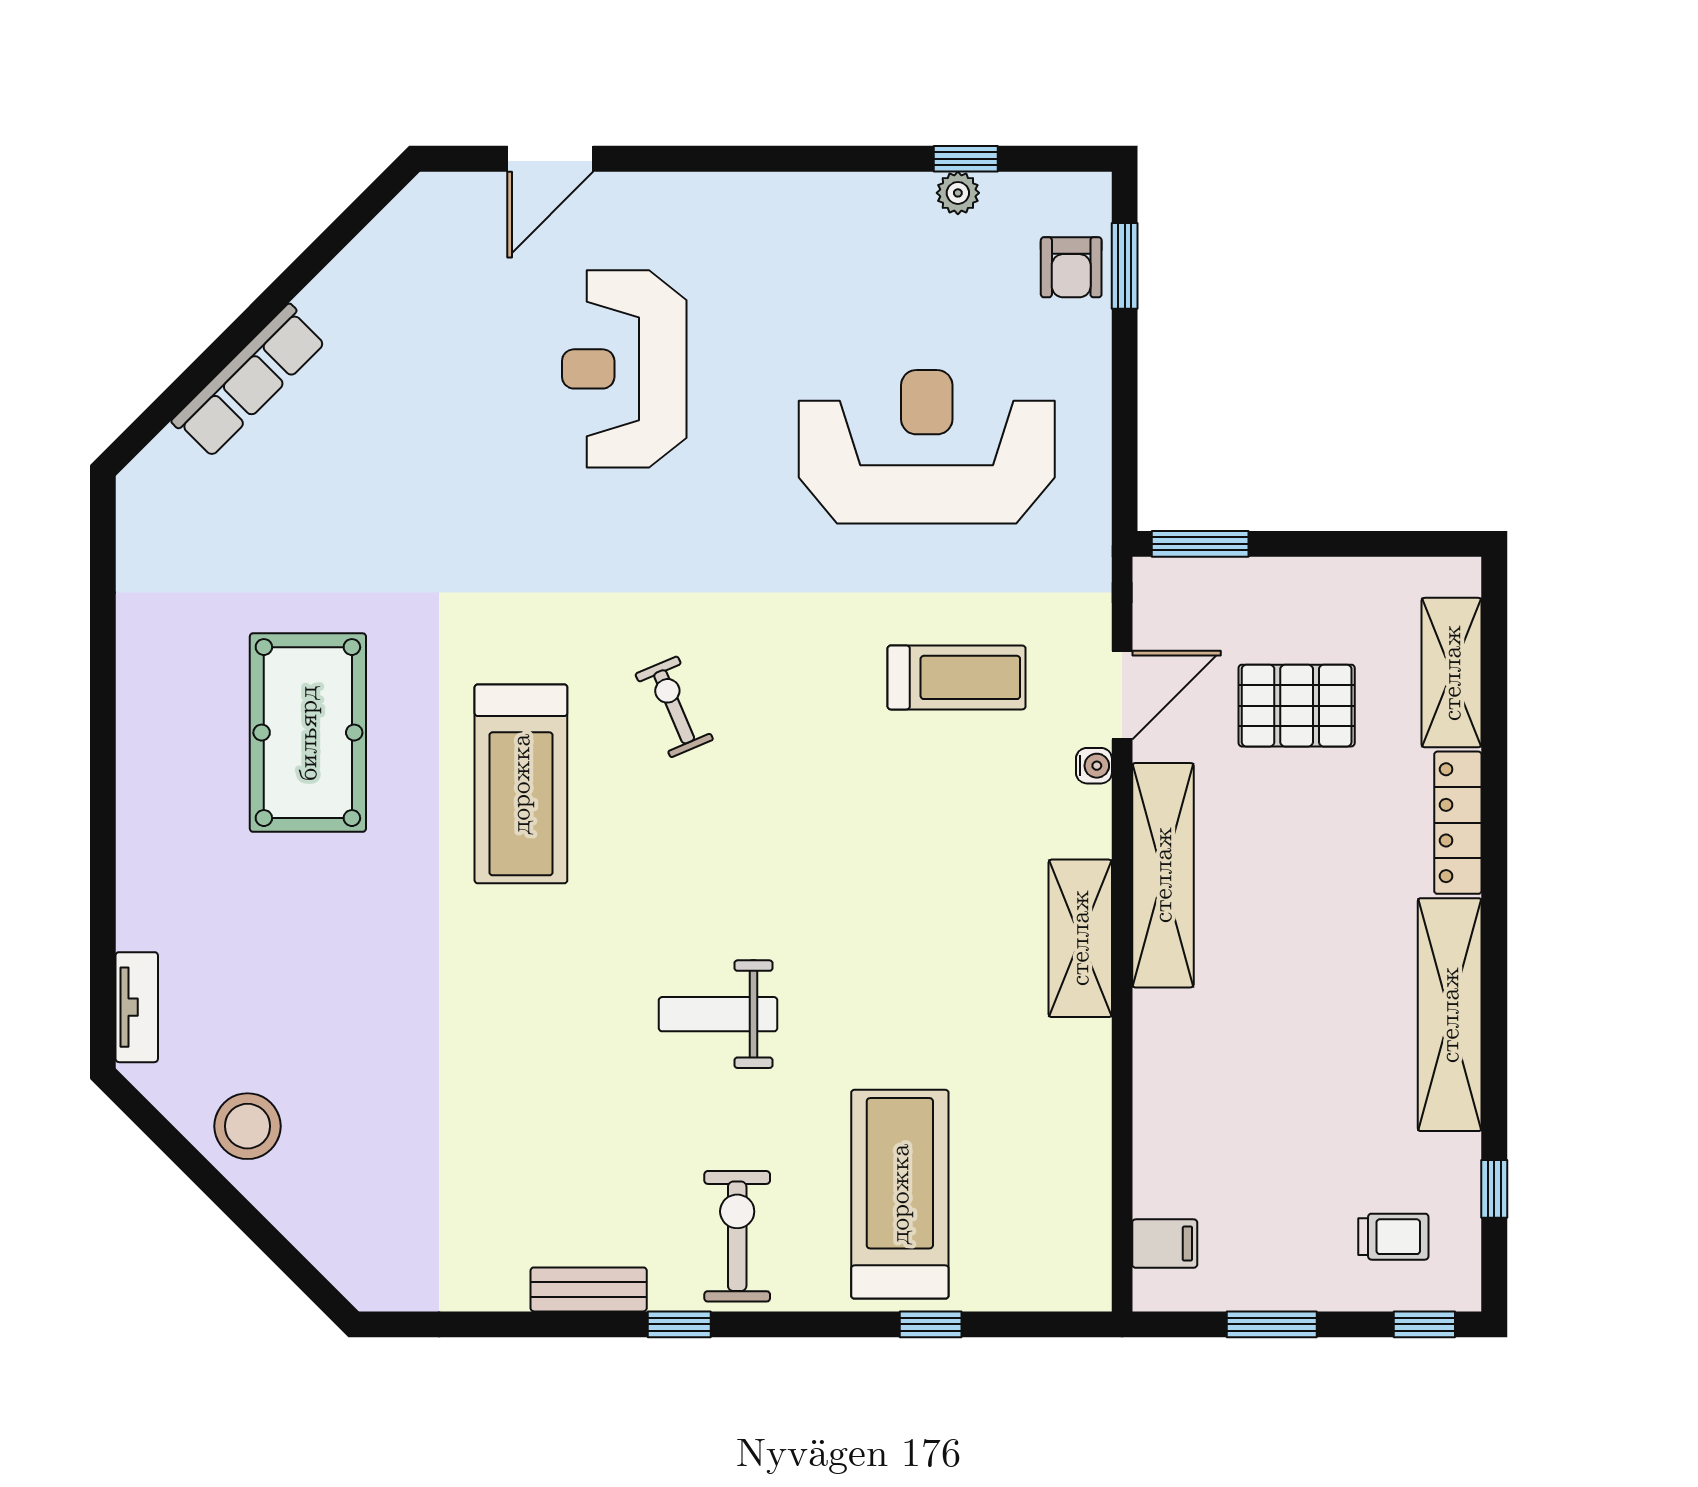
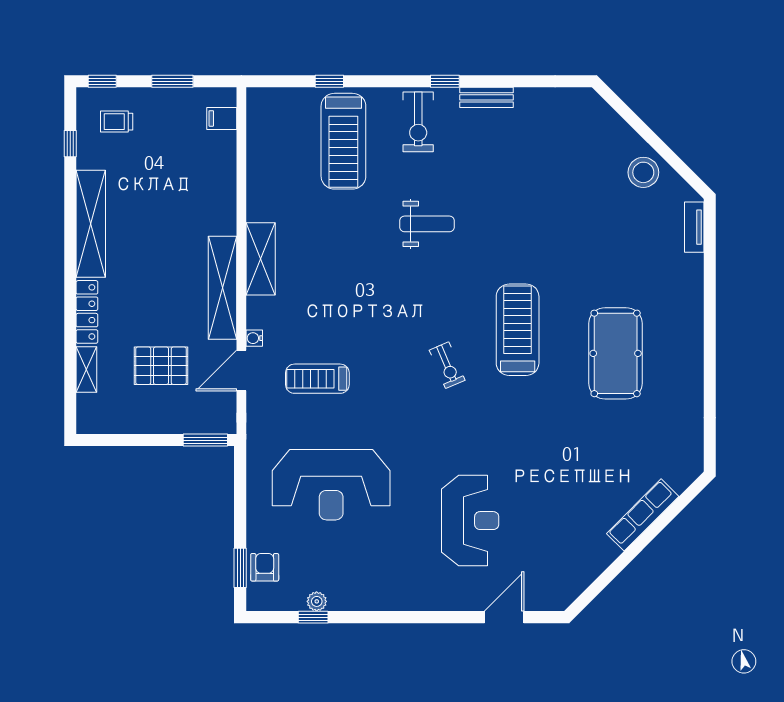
shelving: (1452, 673) -> (86, 369), width x0.67, depth x0.75

